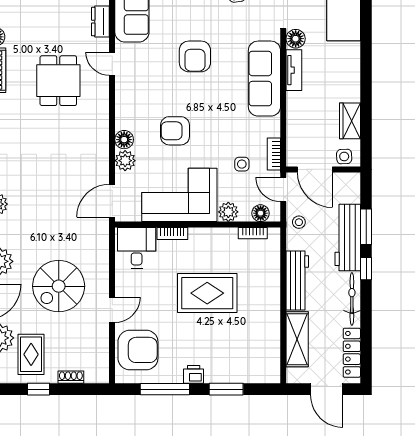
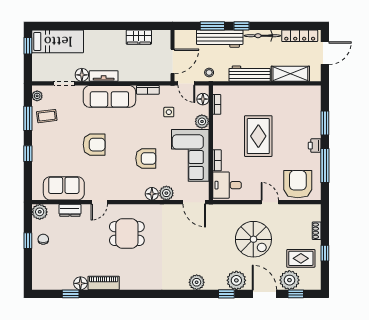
dining table: (58, 81) -> (127, 234), moved
armchair: (175, 131) -> (146, 158), turned -90
bookcase: (274, 154) -> (148, 90), moved
side table: (344, 156) -> (164, 41), removed
door: (283, 189) -> (186, 83), hinge flipped

